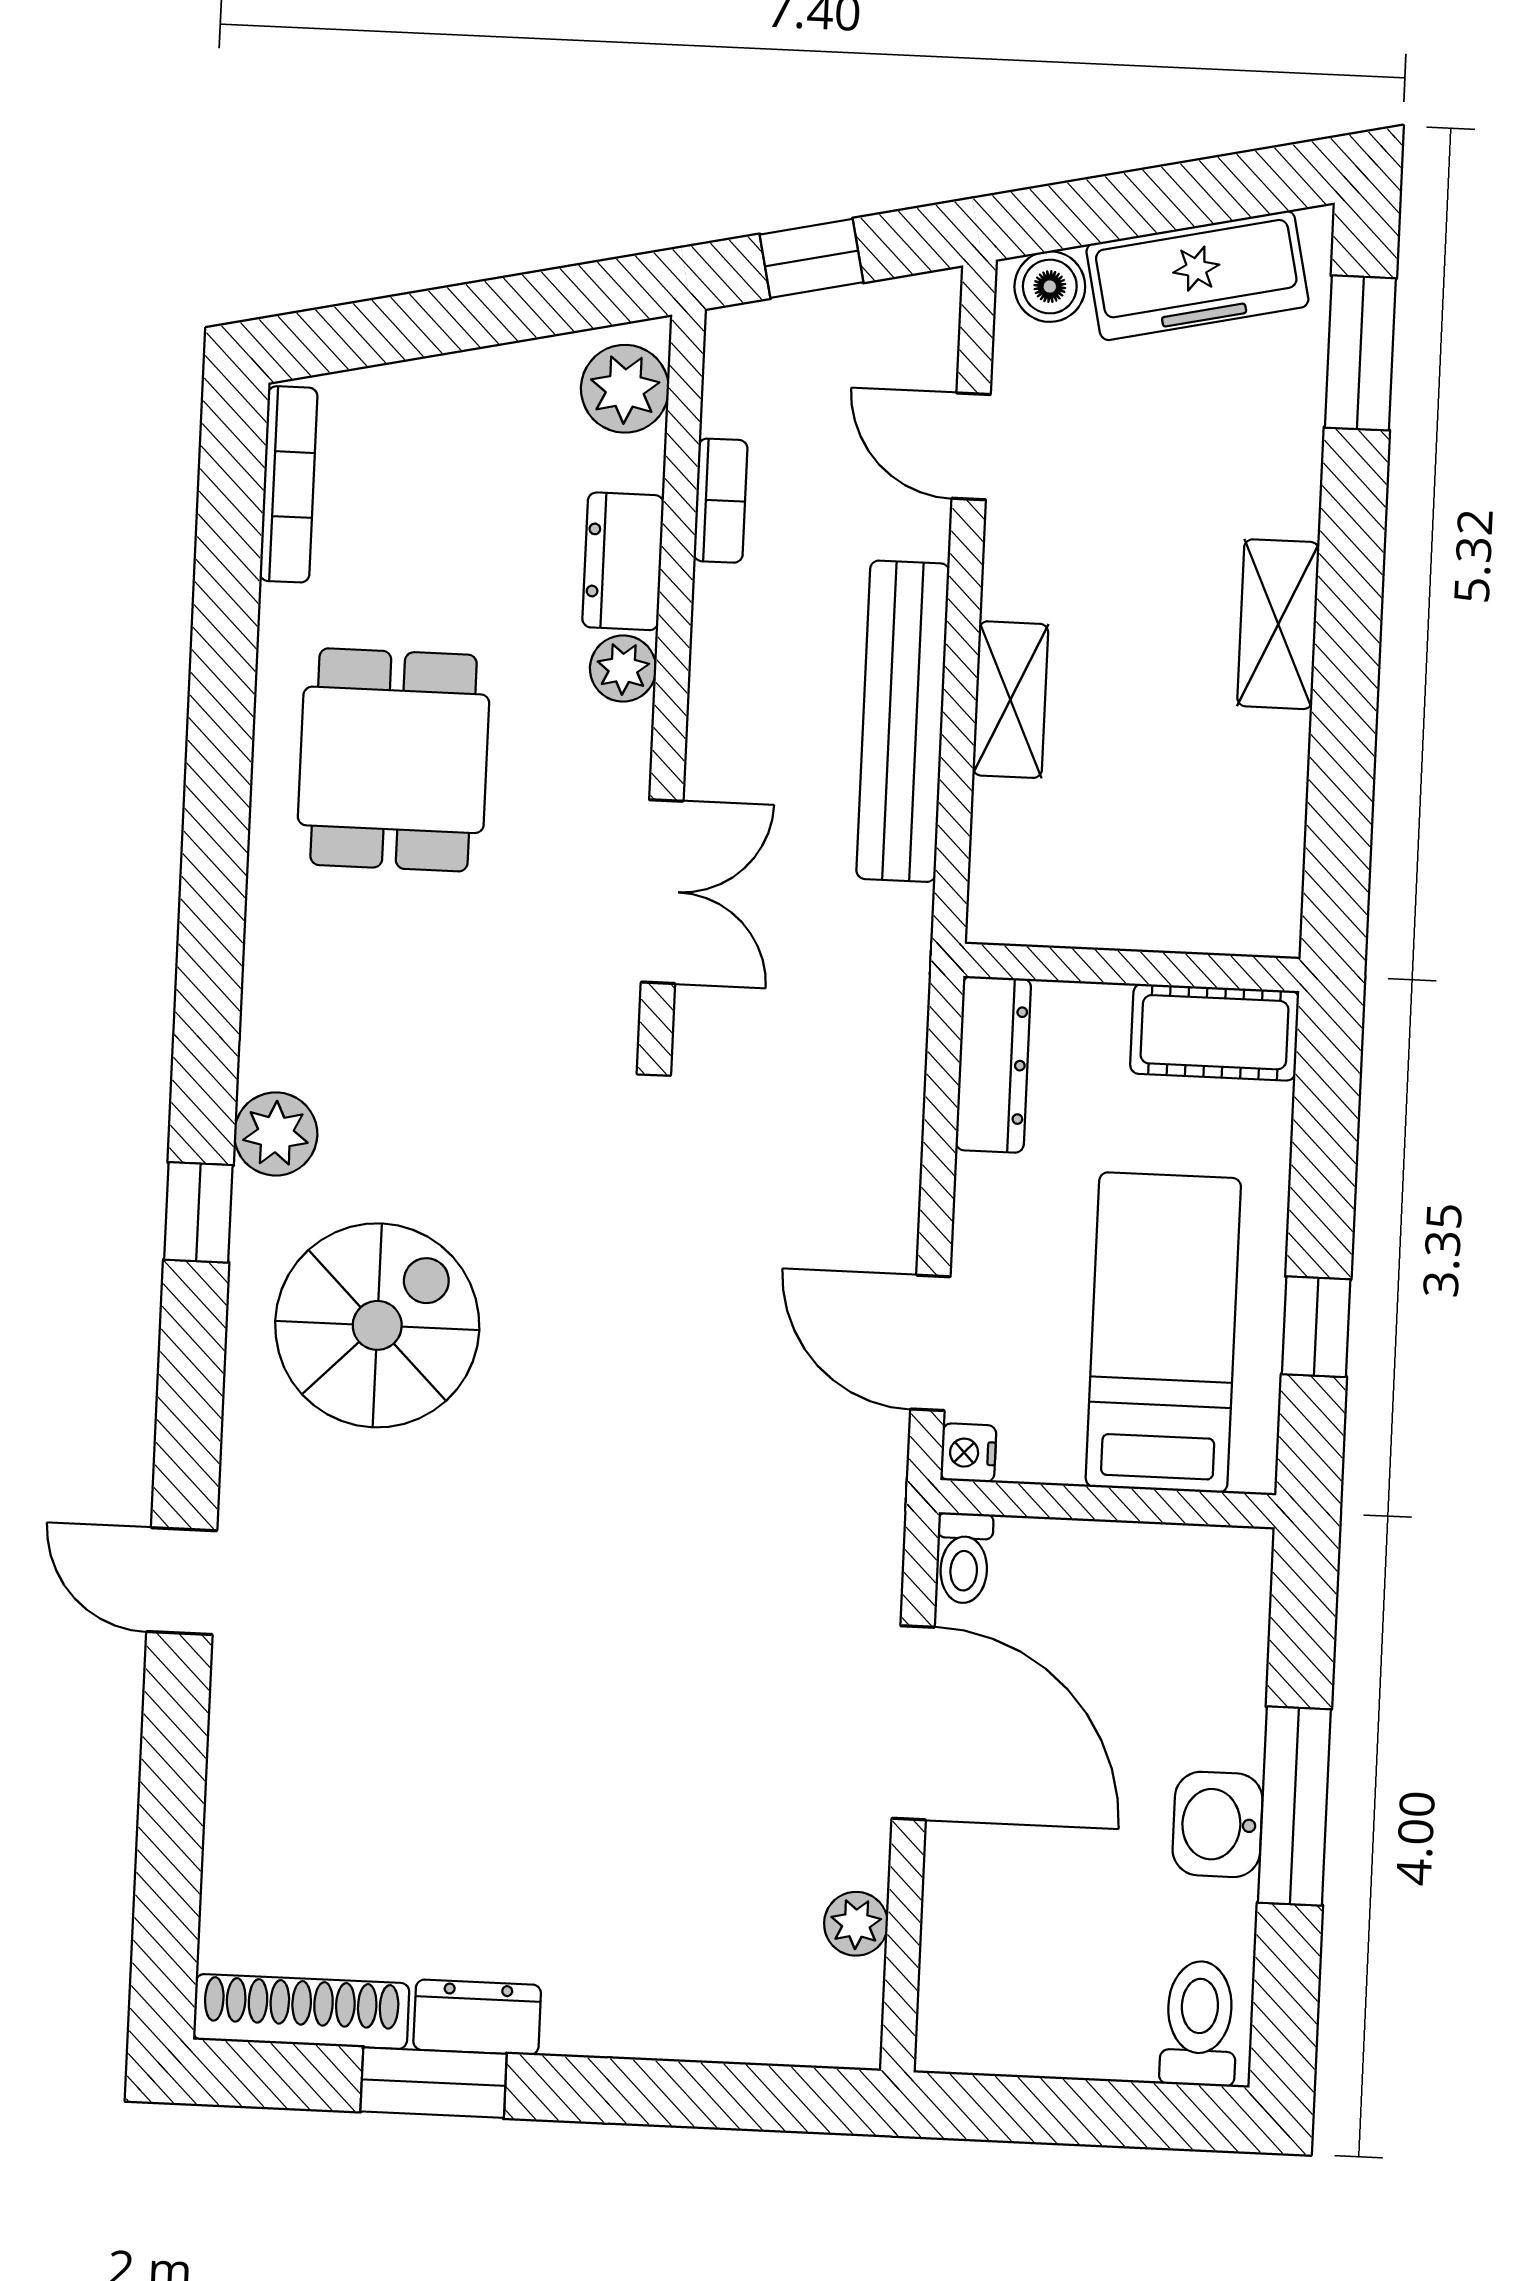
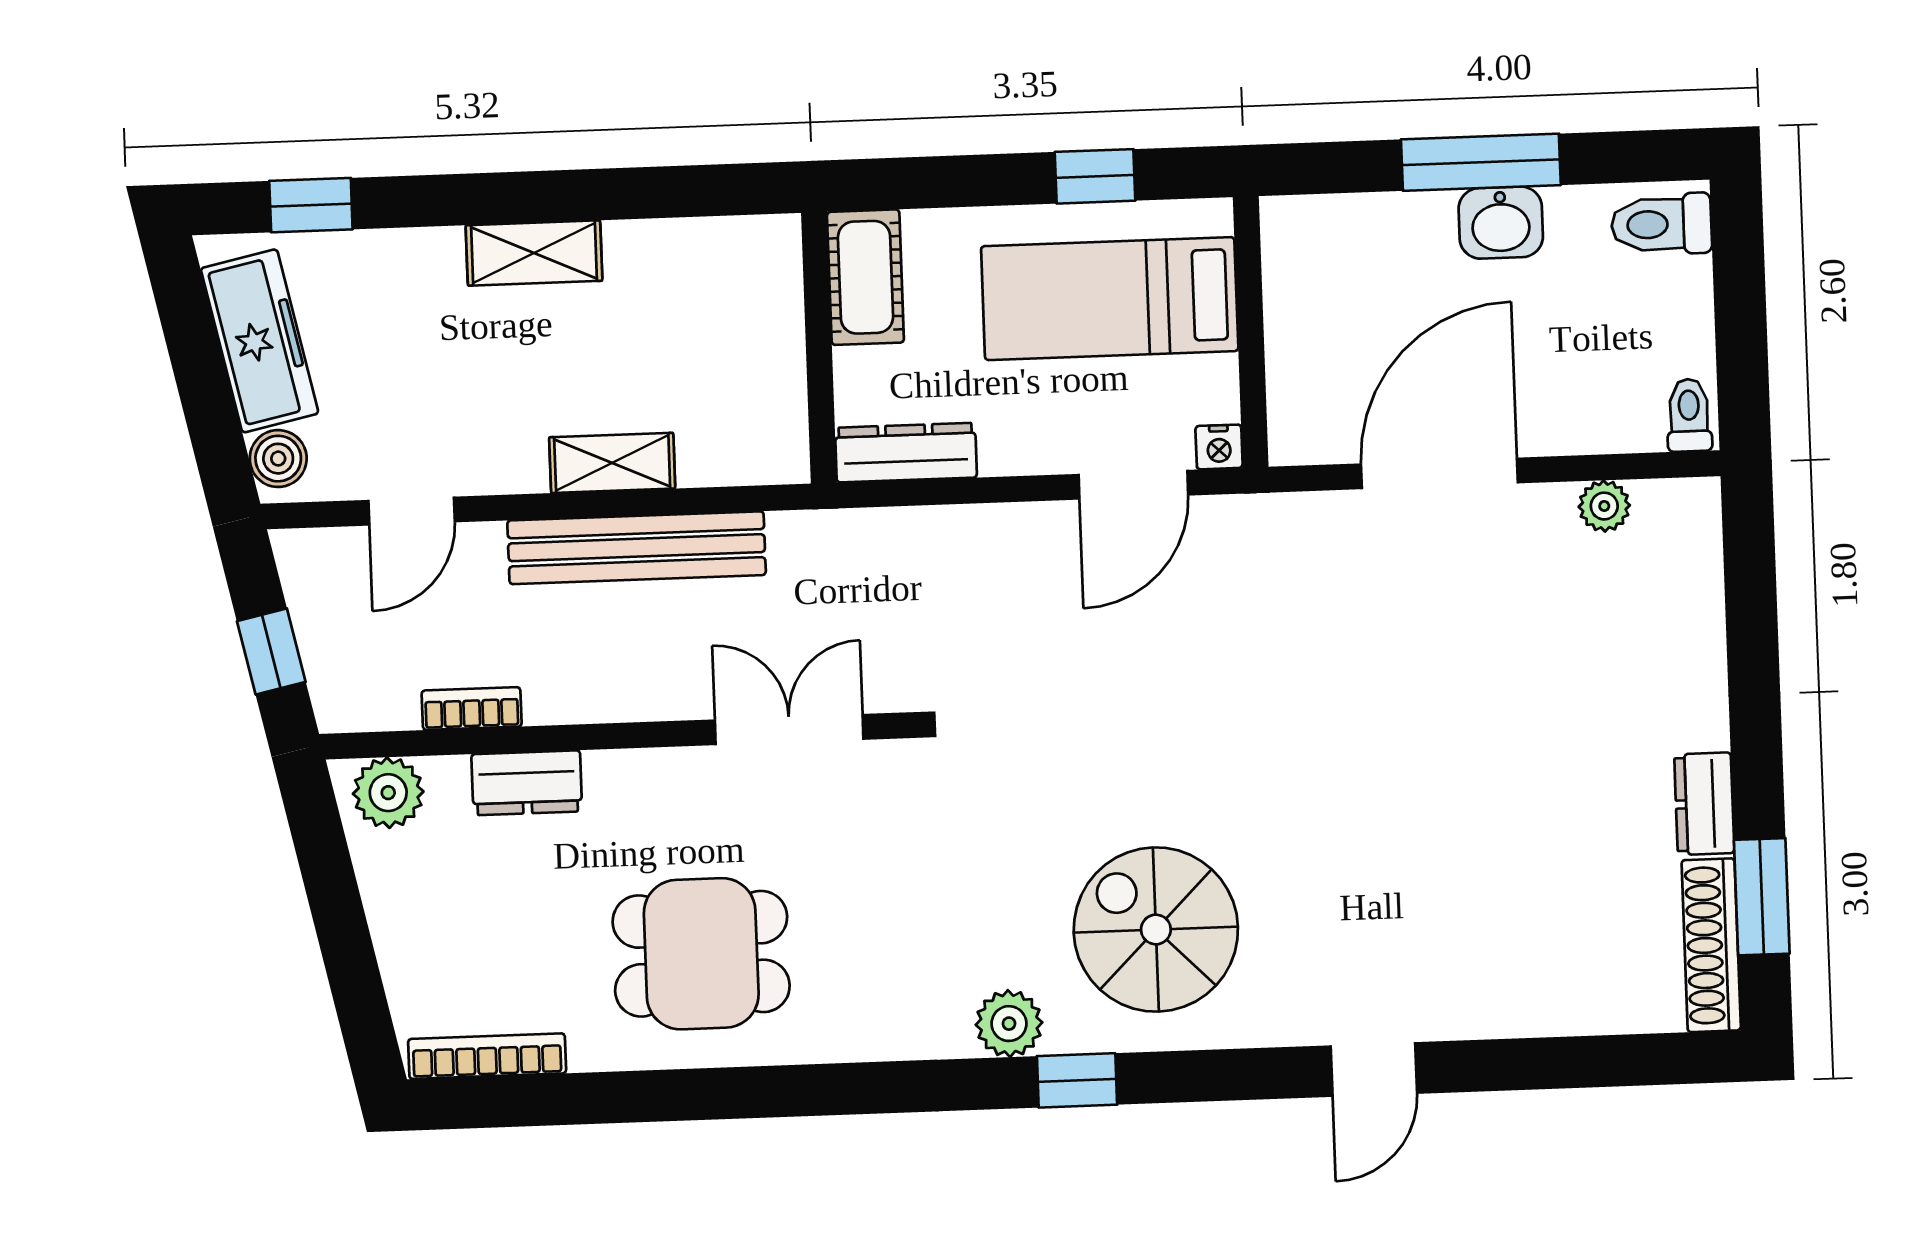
window: (1360, 353) -> (311, 205), width x0.67
plant: (623, 668) -> (613, 776), removed
toilet: (964, 1558) -> (1689, 415), moved, turned -90
window: (434, 2083) -> (1762, 897), moved

